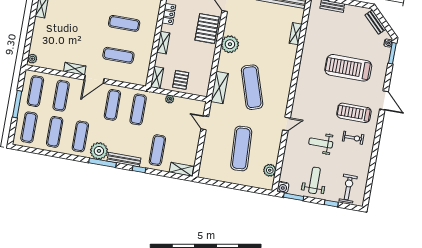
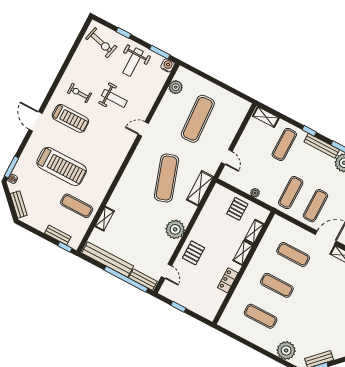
pallet: (207, 29) -> (194, 253), width x0.67, depth x0.71
exercise mat: (324, 37) -> (77, 206), added
shelving: (157, 77) -> (254, 232), moved
exercise bike: (348, 189) -> (101, 43), turned -76

